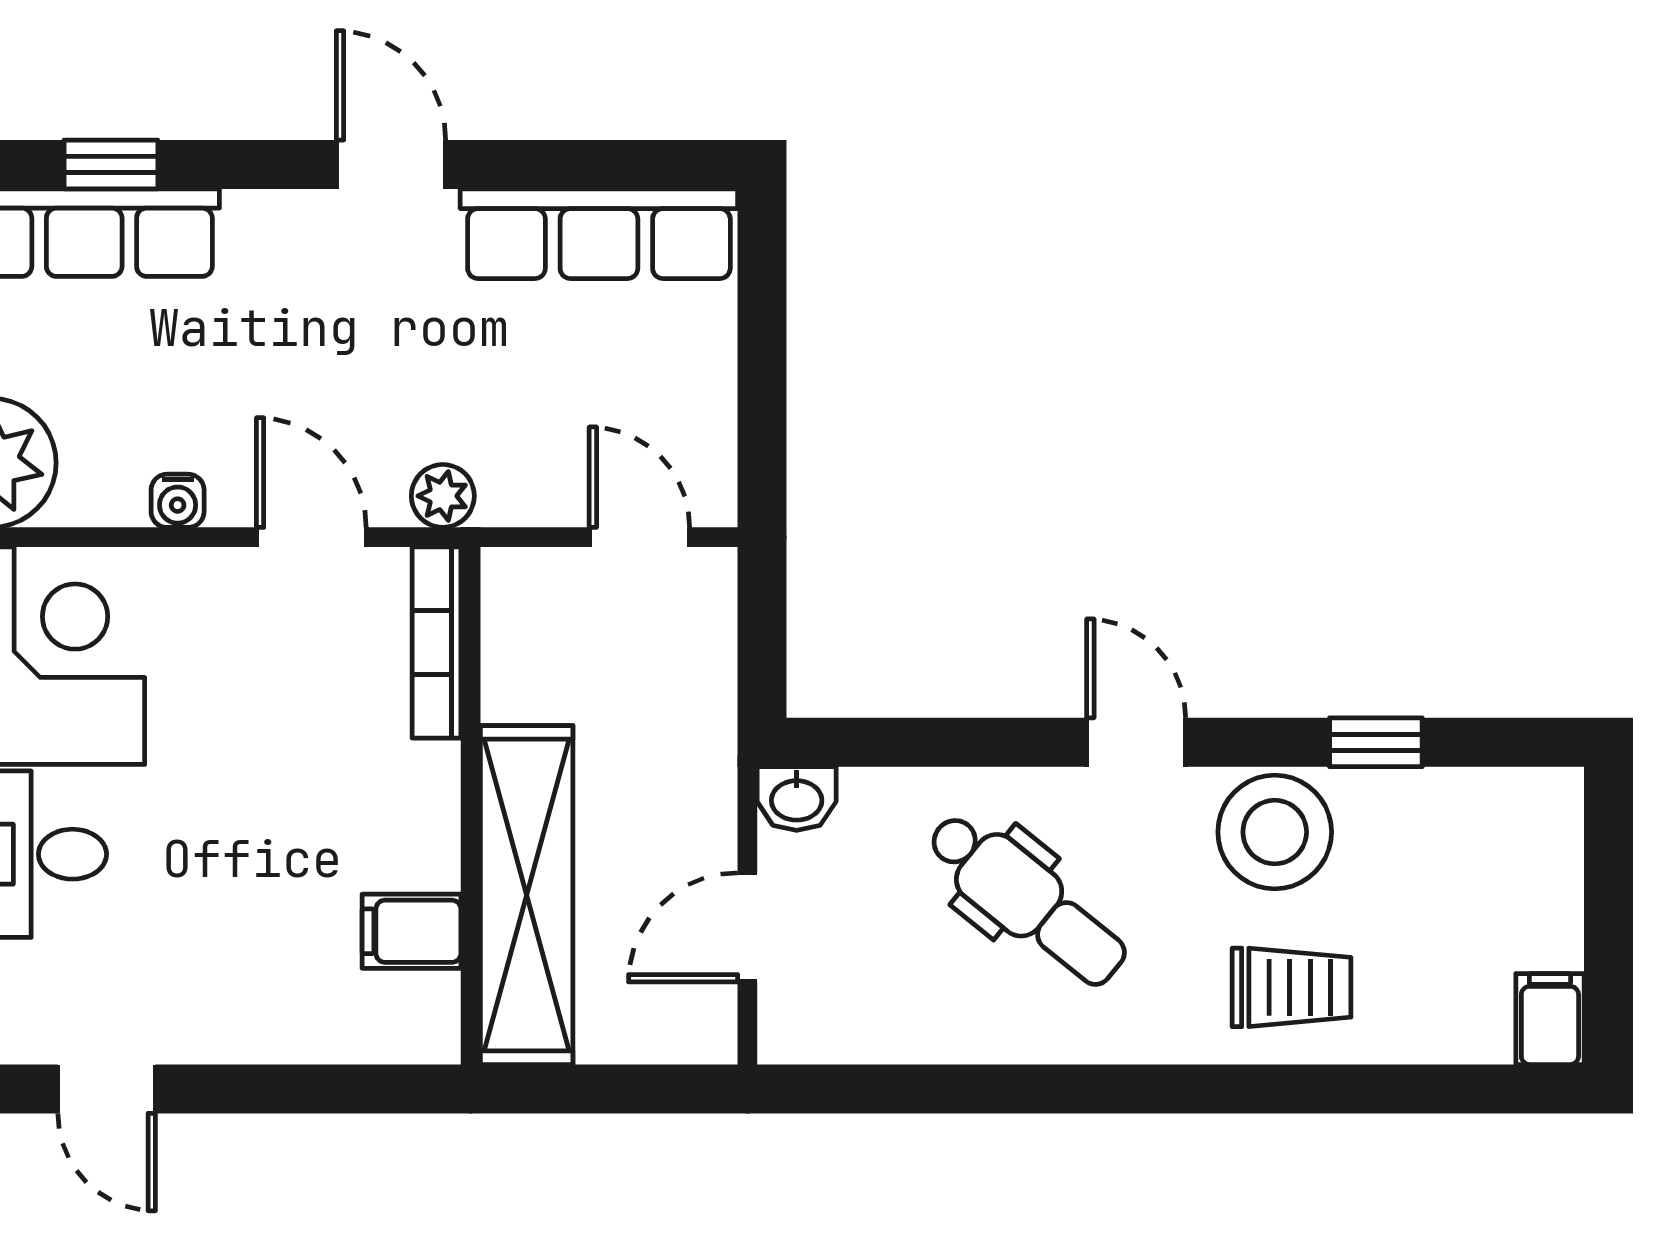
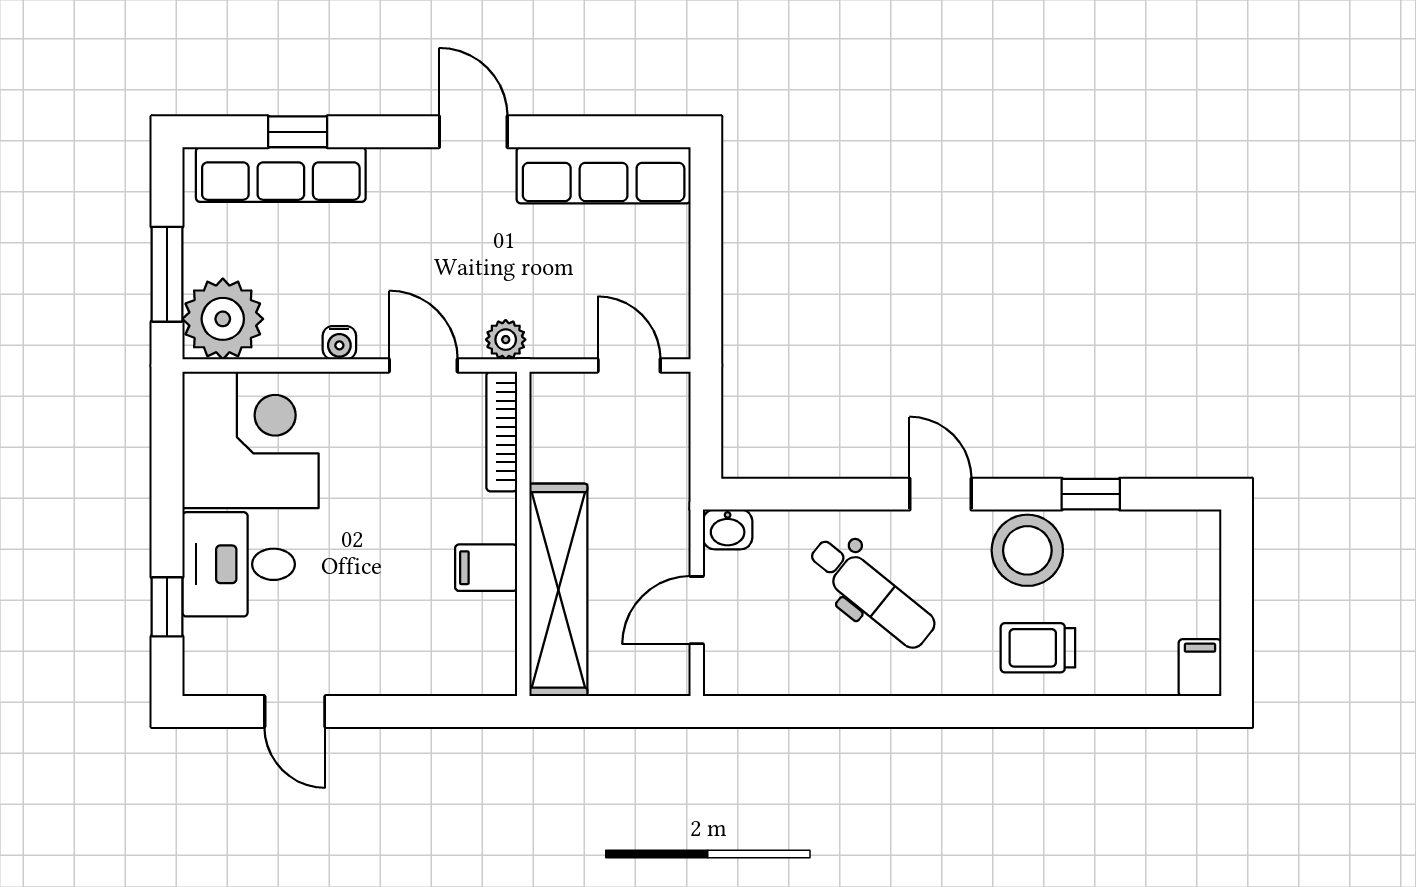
filing cabinet: (411, 931) -> (486, 568), moved
trolley: (1292, 987) -> (1038, 648), turned 180

